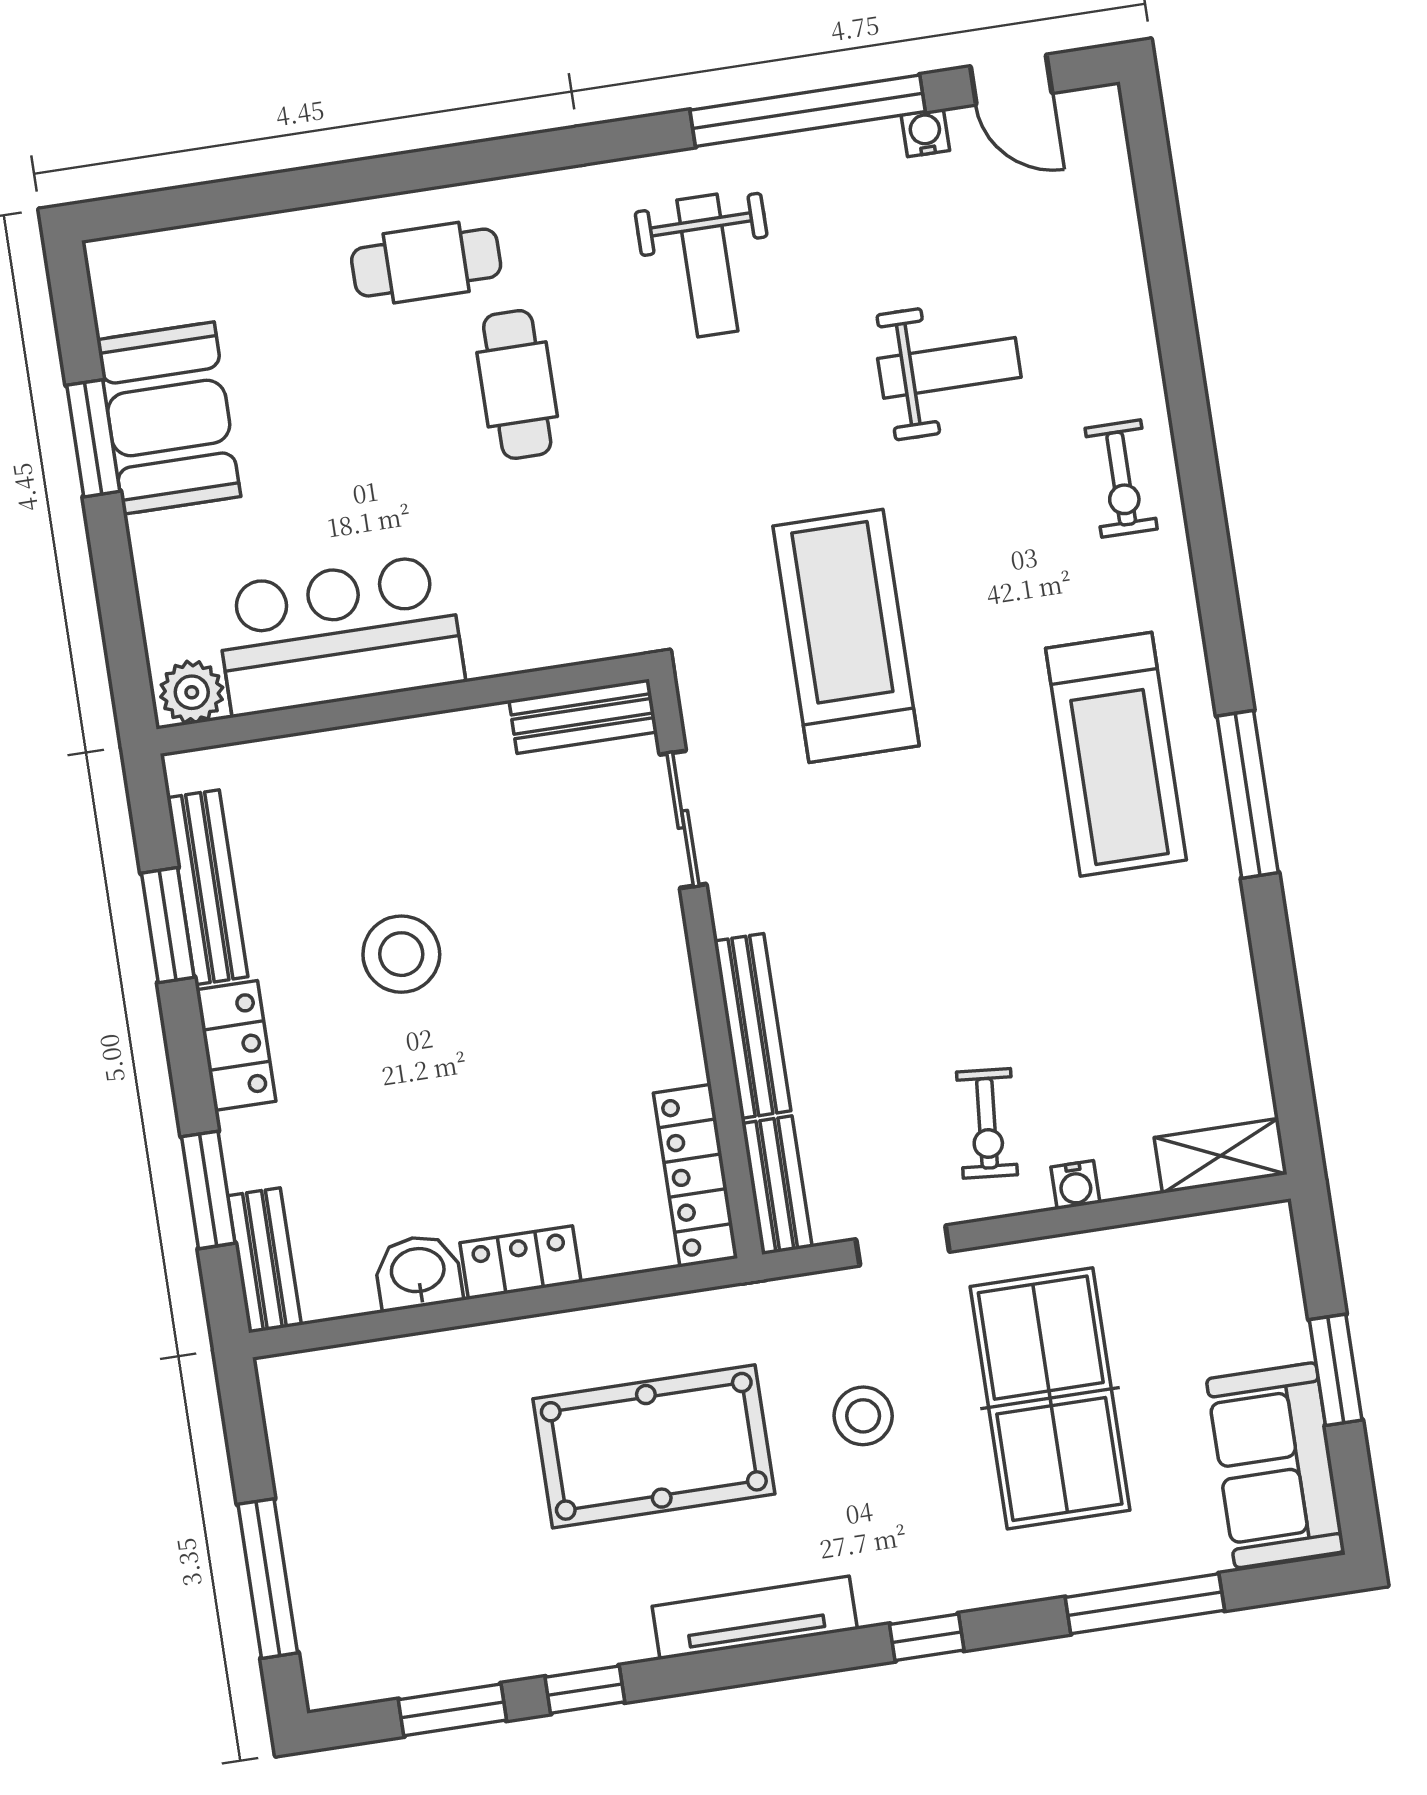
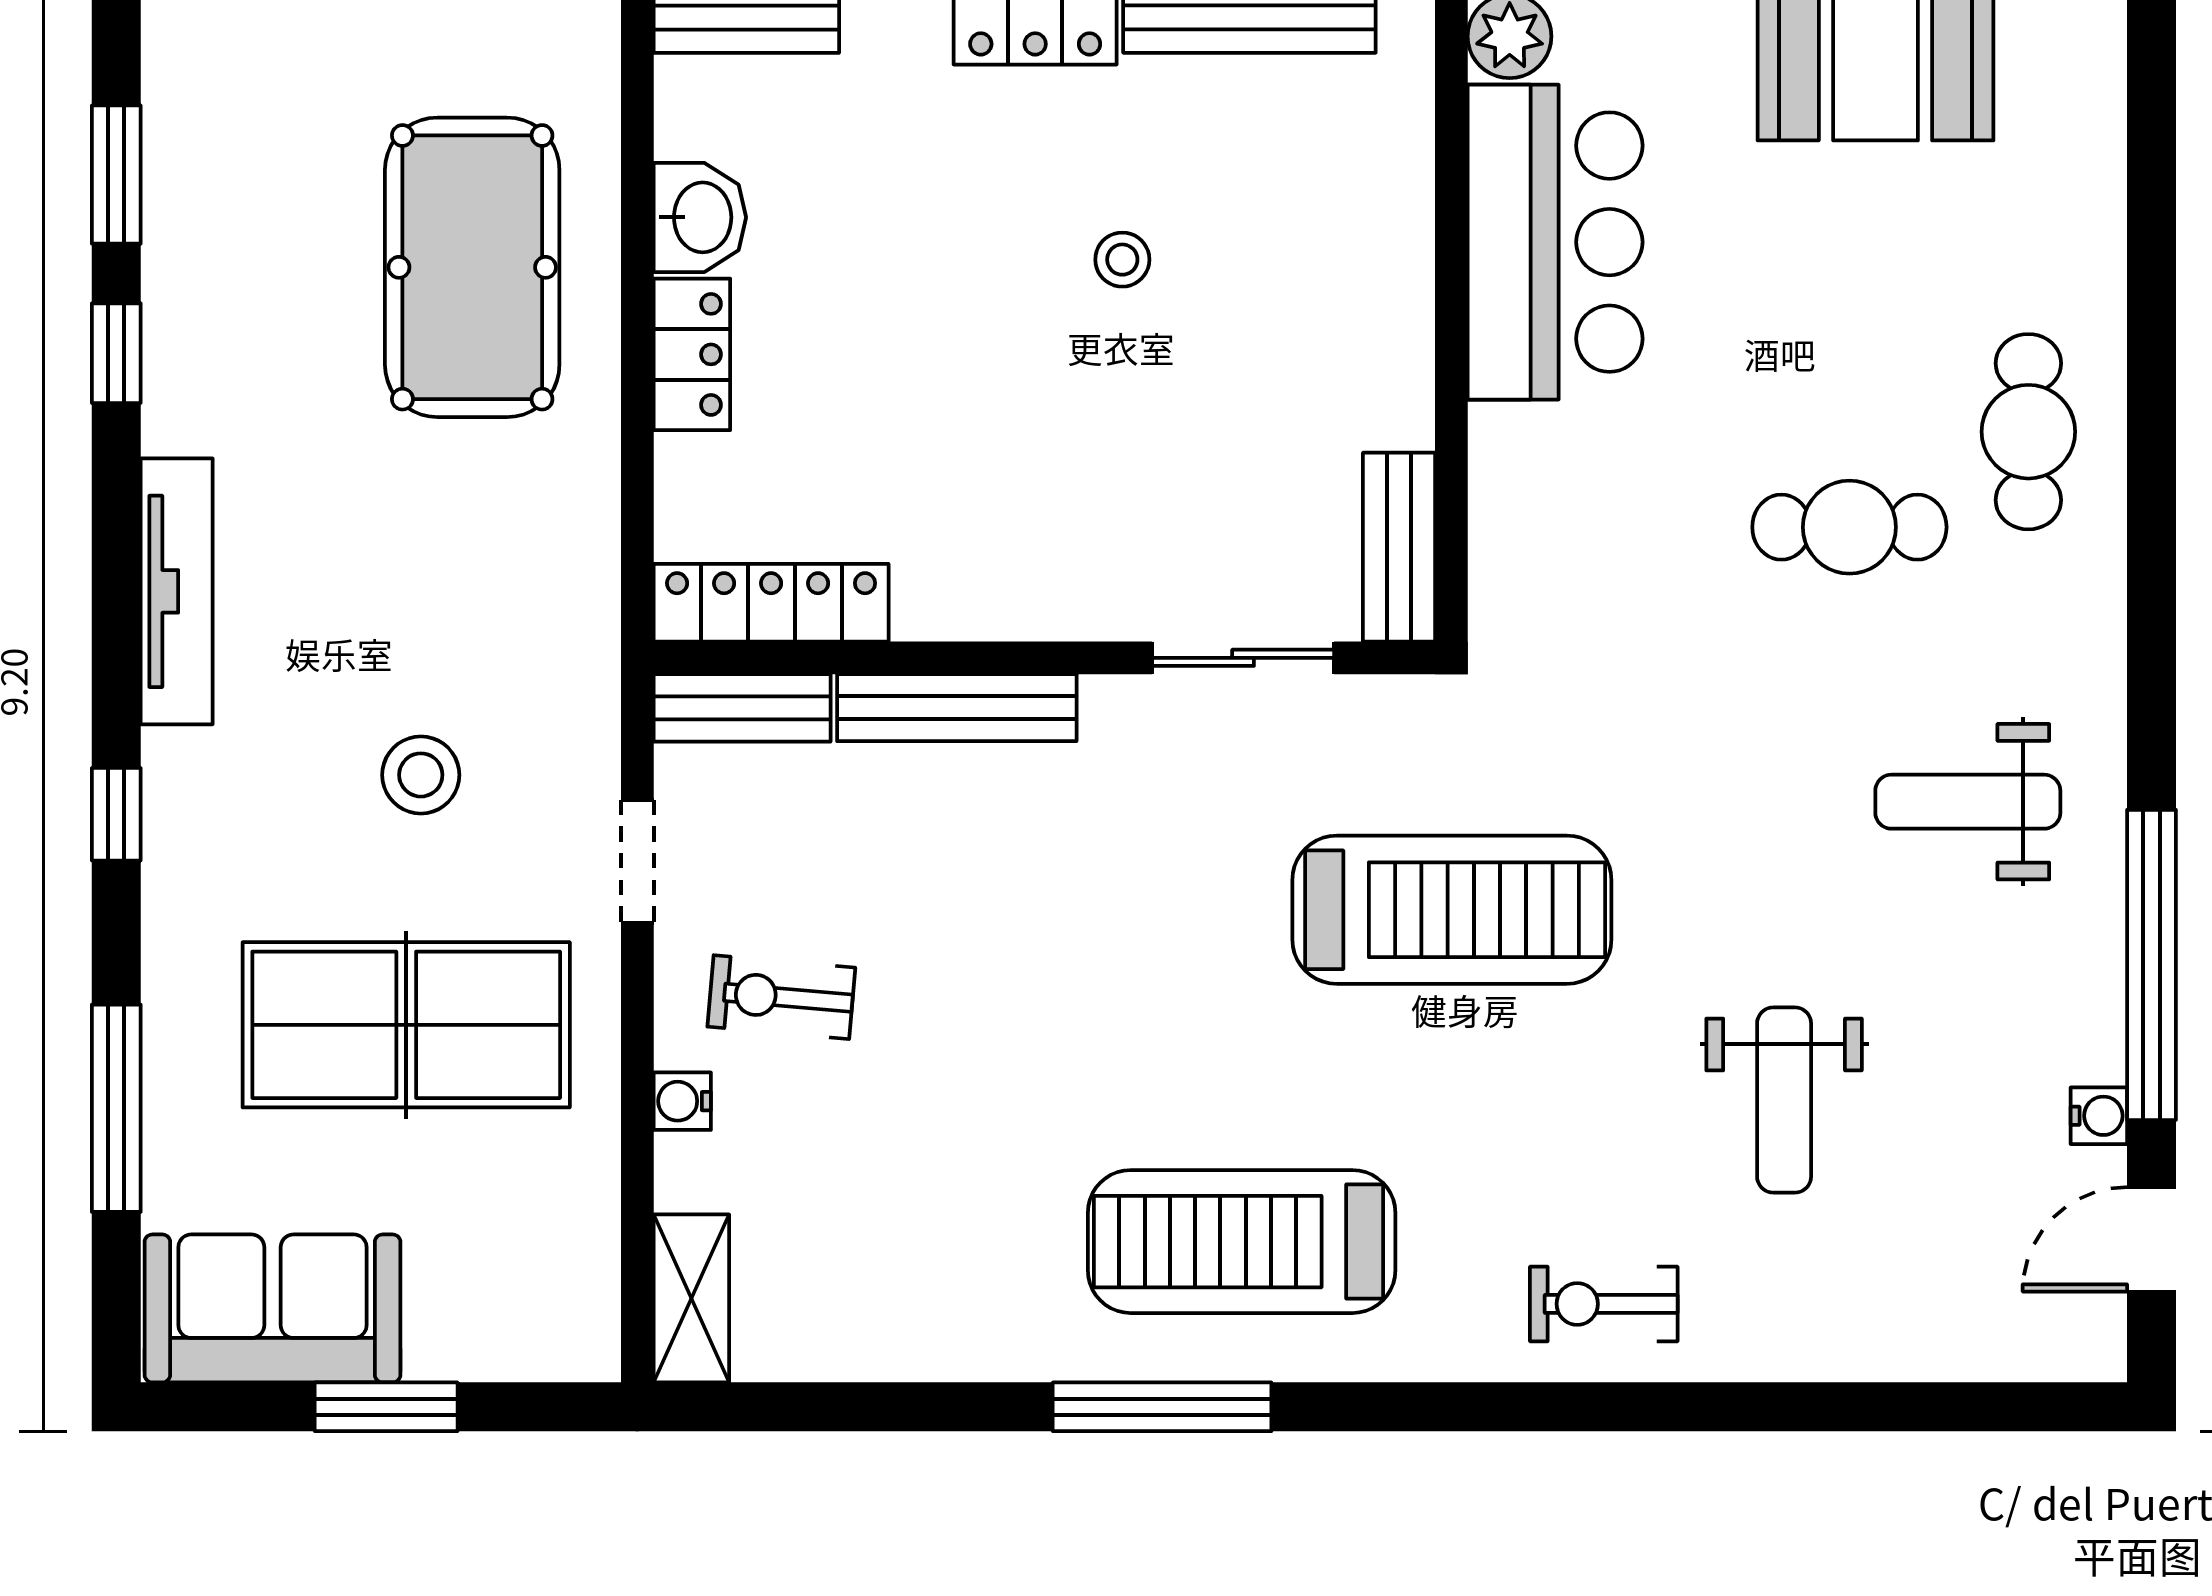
stool: (401, 954) -> (1122, 260), width x0.53, depth x0.53
pool table: (654, 1446) -> (472, 267), moved

